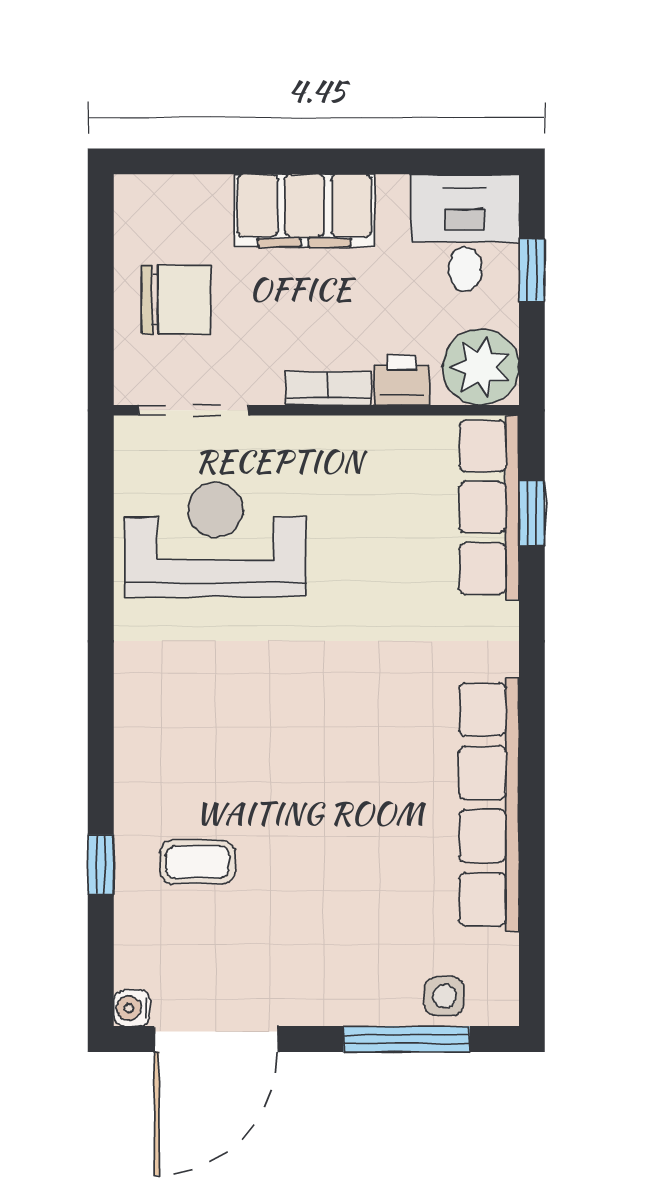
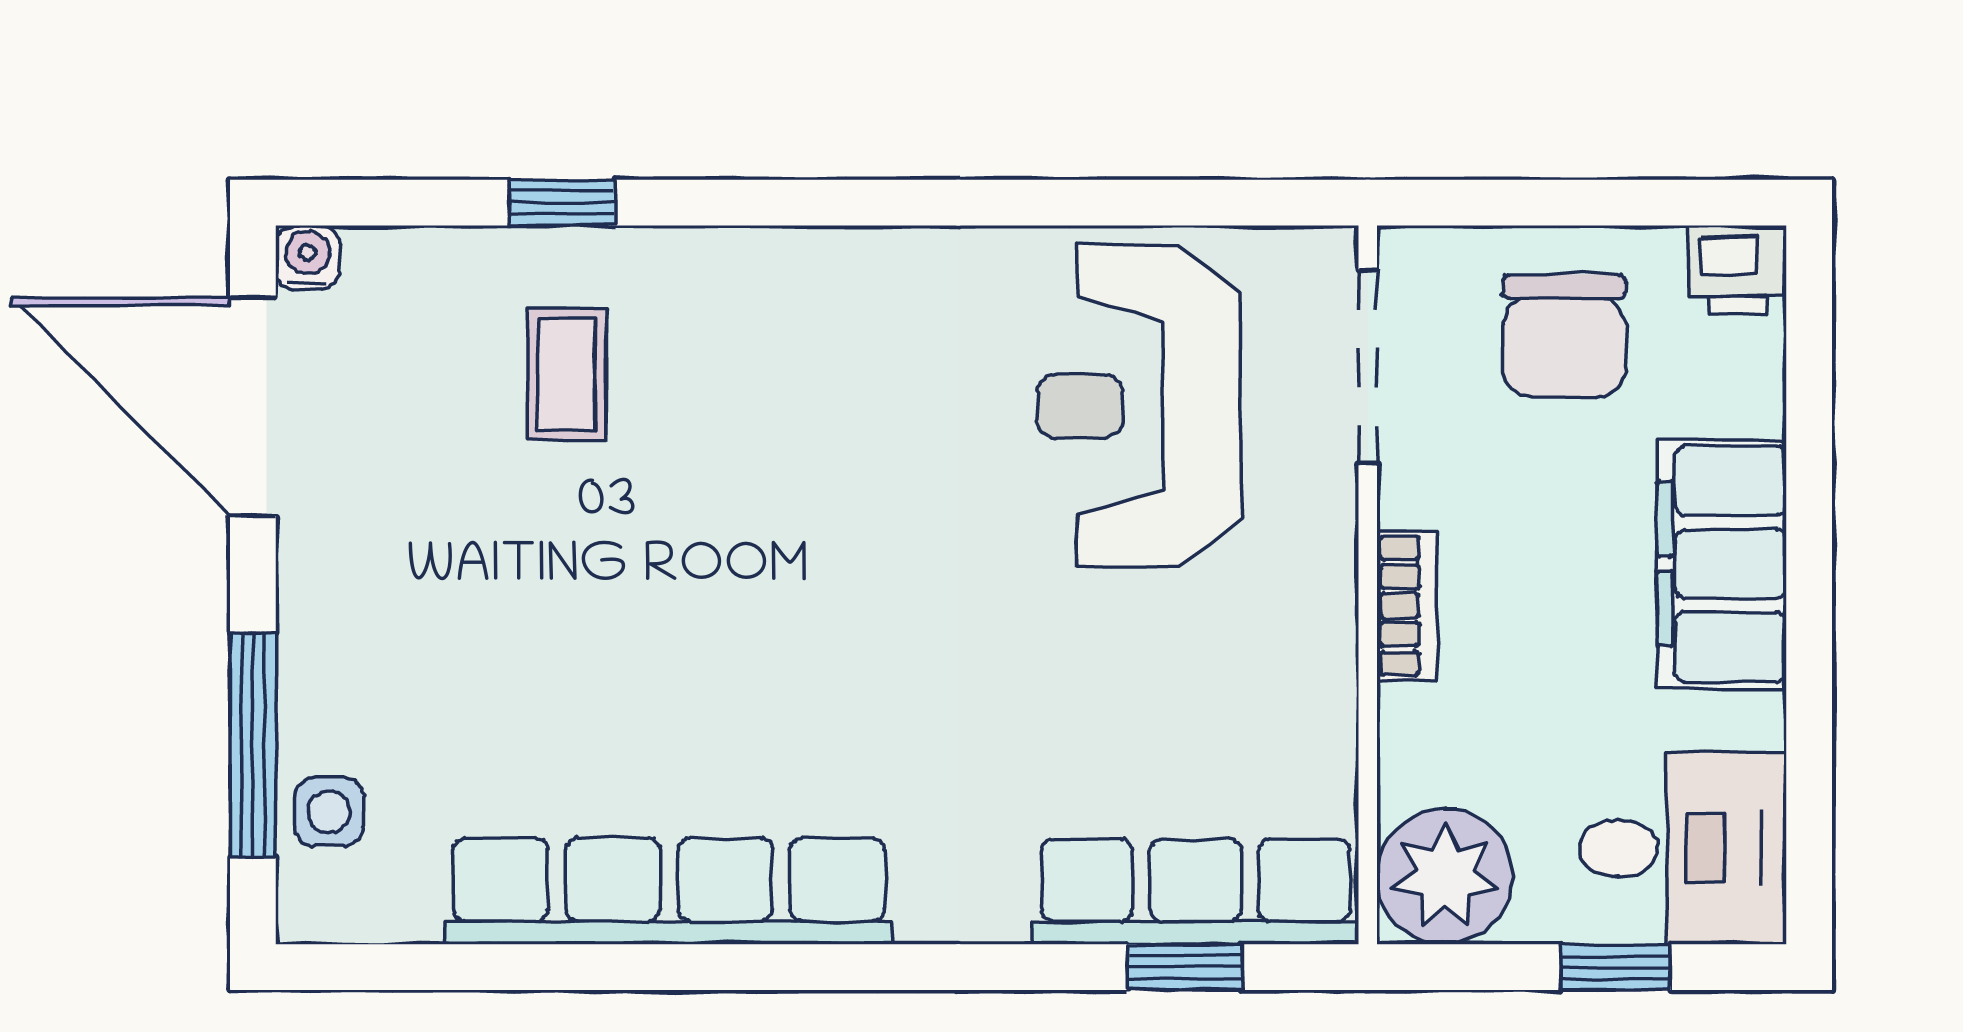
printer: (402, 380) -> (1738, 270), moved, turned 90
reception desk: (215, 539) -> (1139, 406), turned 180

